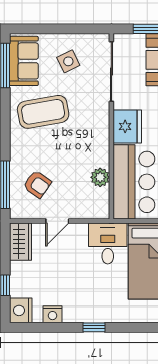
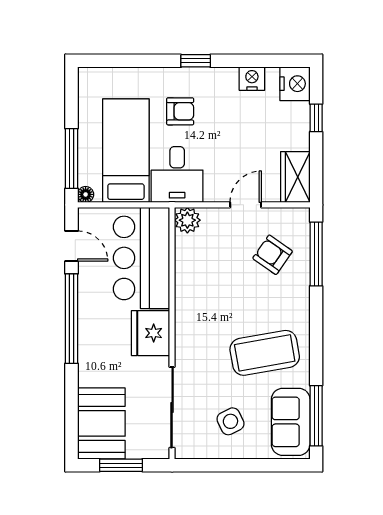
plant: (100, 177) -> (187, 220), moved
armchair: (105, 290) -> (180, 111), added

